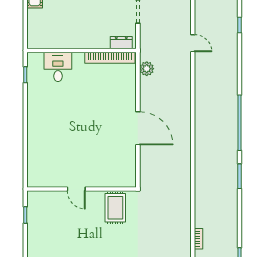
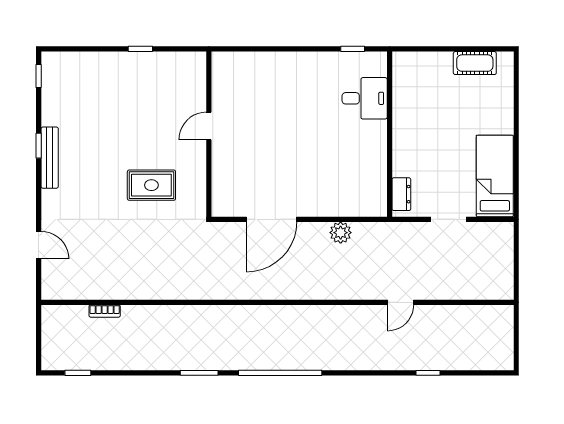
bookcase: (110, 58) -> (378, 177), removed
plant: (147, 69) -> (341, 233), moved
door: (76, 189) -> (209, 126), moved
wall: (82, 189) -> (209, 134), moved

